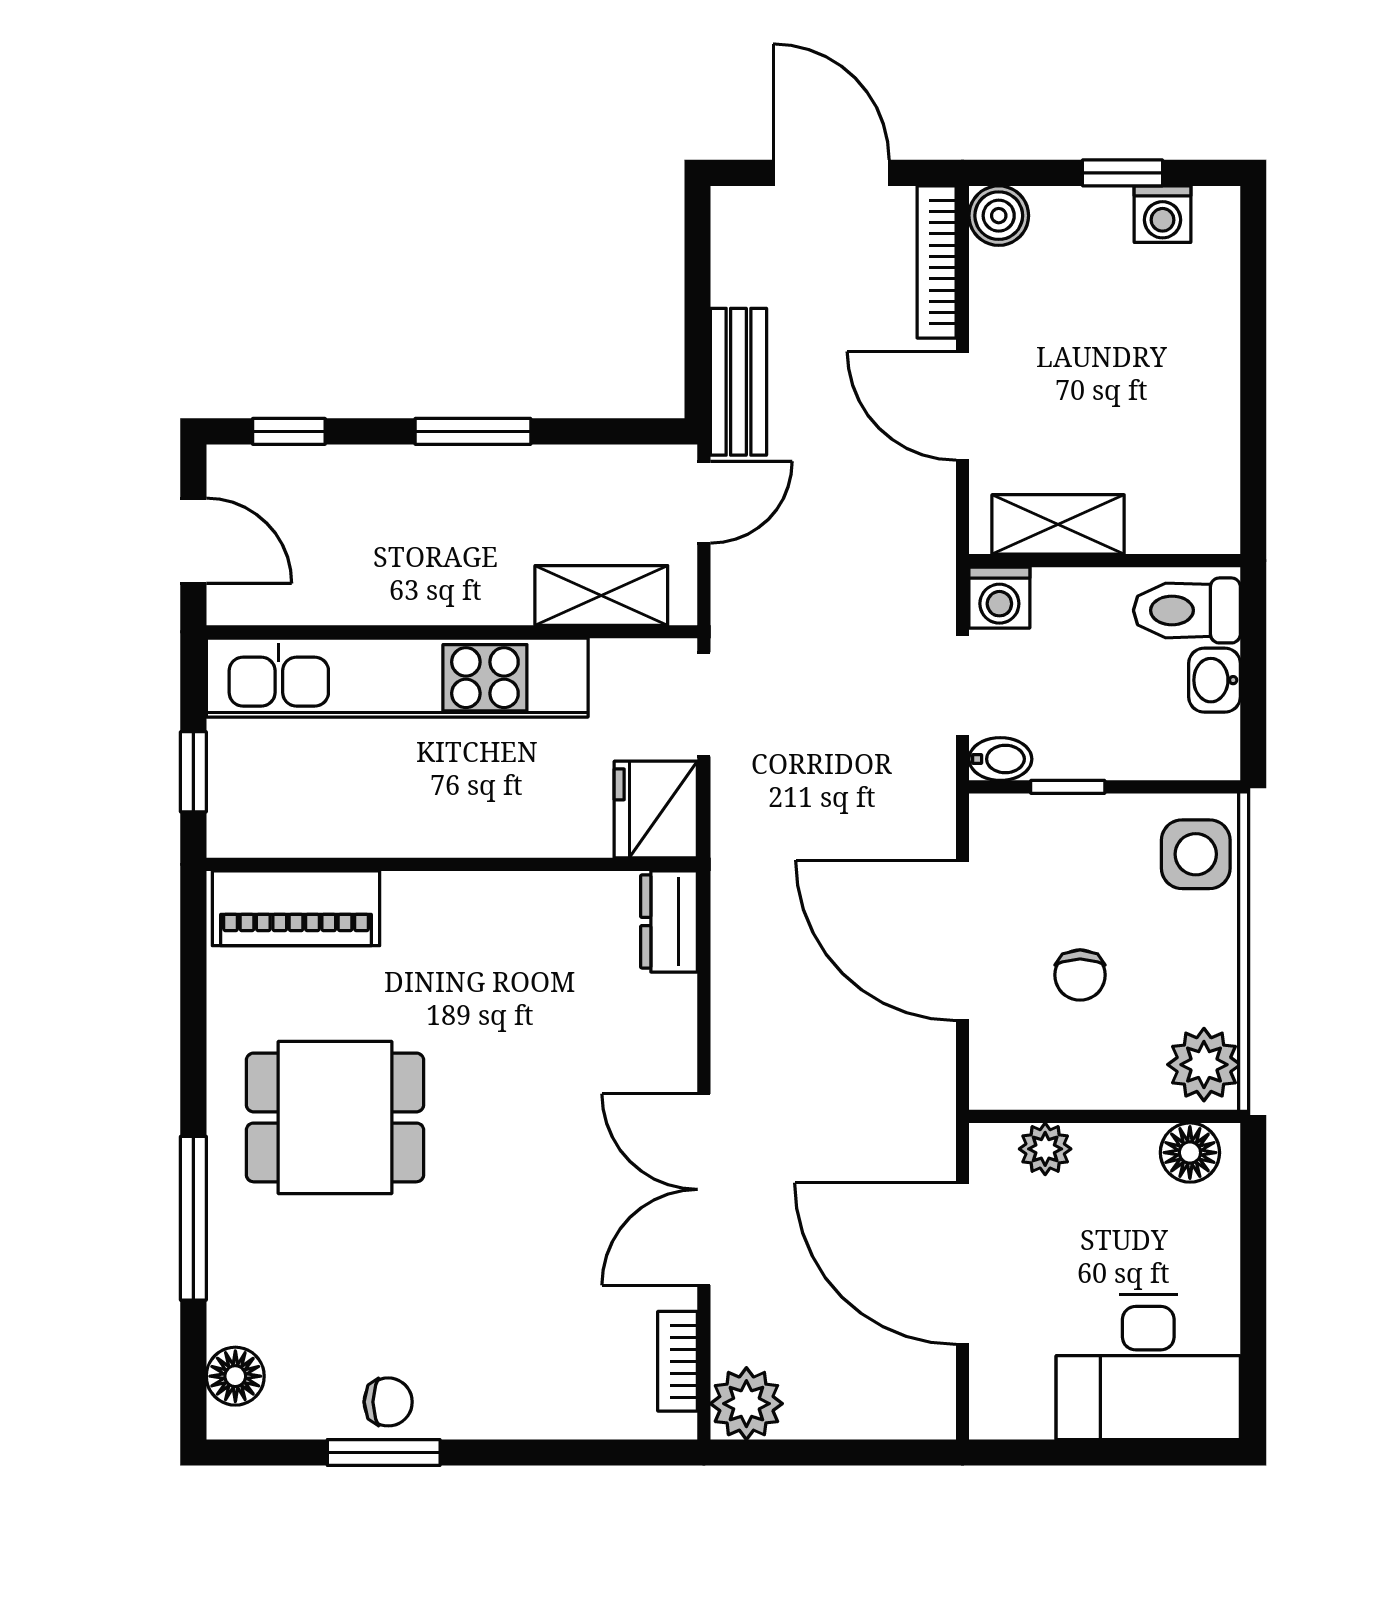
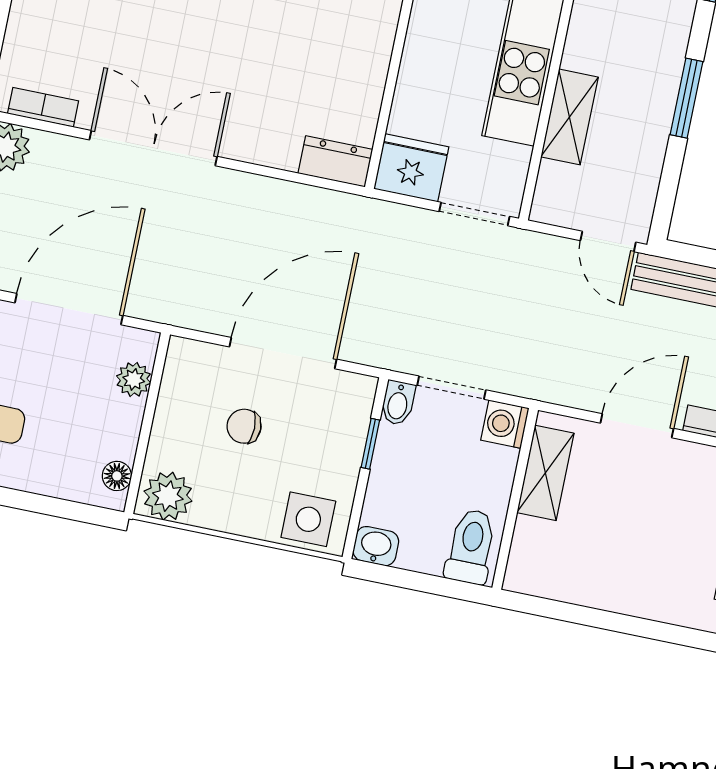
shelving: (601, 595) -> (569, 117), moved
washbasin: (1215, 680) -> (376, 546), moved
floor lamp: (1190, 1153) -> (117, 476), width x0.73, depth x0.73

